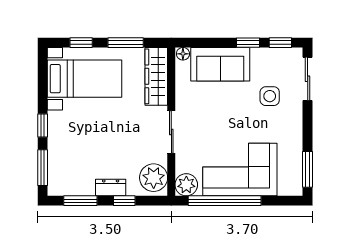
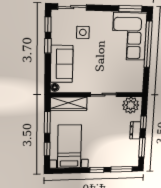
corner sofa: (240, 170) -> (129, 37), moved
plant: (186, 185) -> (136, 86), removed
window: (225, 201) -> (148, 44), moved

